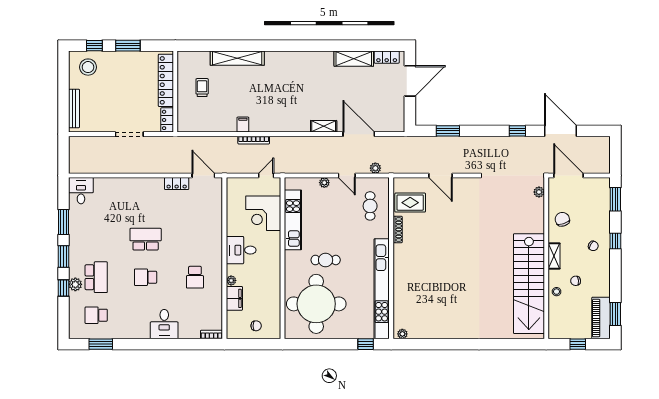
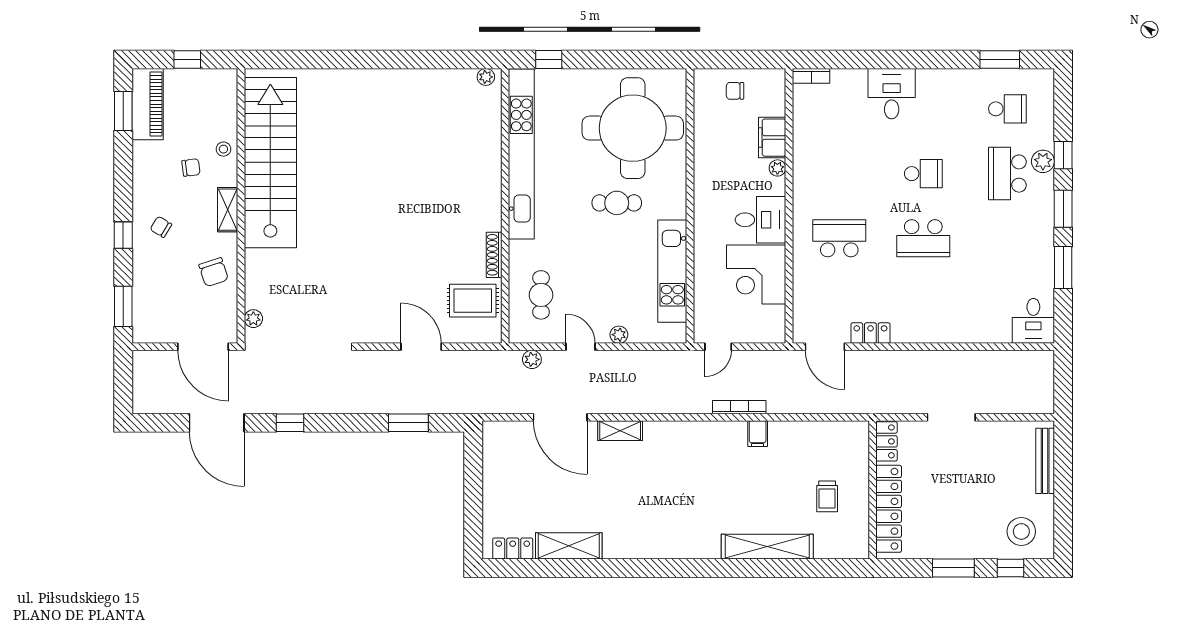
door: (410, 81) -> (473, 508), removed
corner desk: (263, 213) -> (756, 275), moved, turned 180
school desk: (195, 277) -> (839, 238), moved, width x1.85

